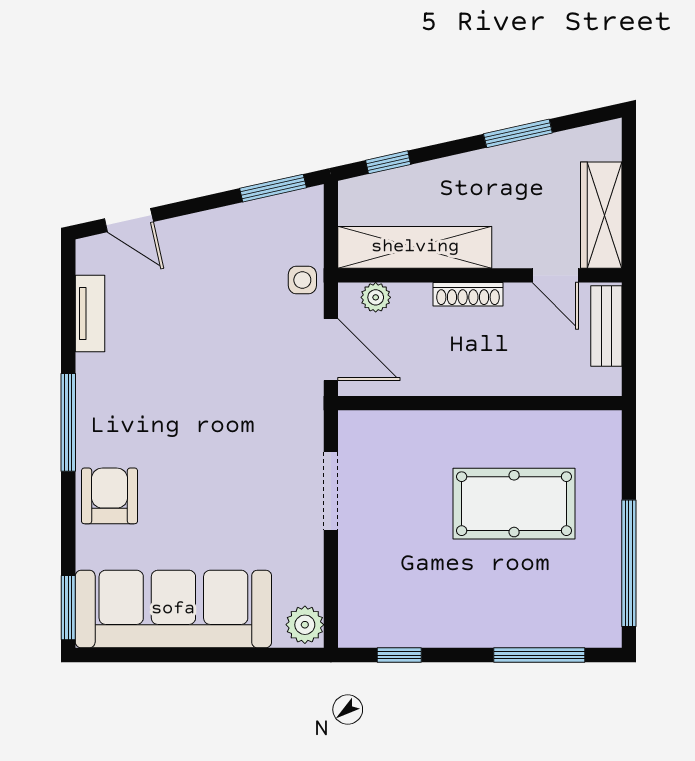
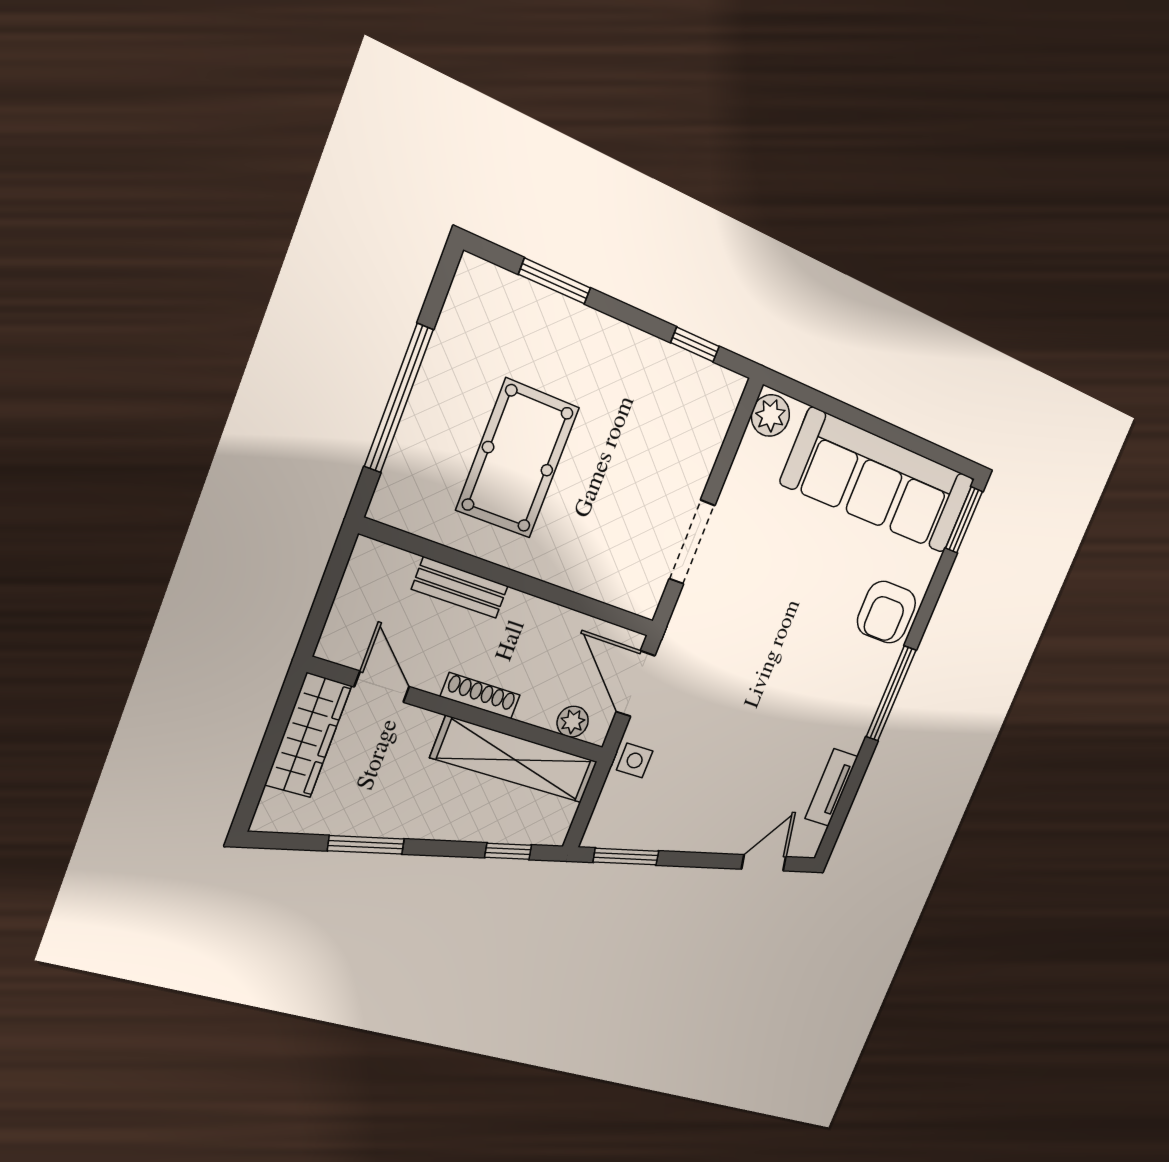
door: (129, 220) -> (764, 863), hinge flipped
bench: (606, 326) -> (460, 588), moved, turned 90
pool table: (514, 504) -> (518, 459), turned 90
window: (629, 563) -> (399, 398), moved
window: (539, 655) -> (555, 281), width x0.69

